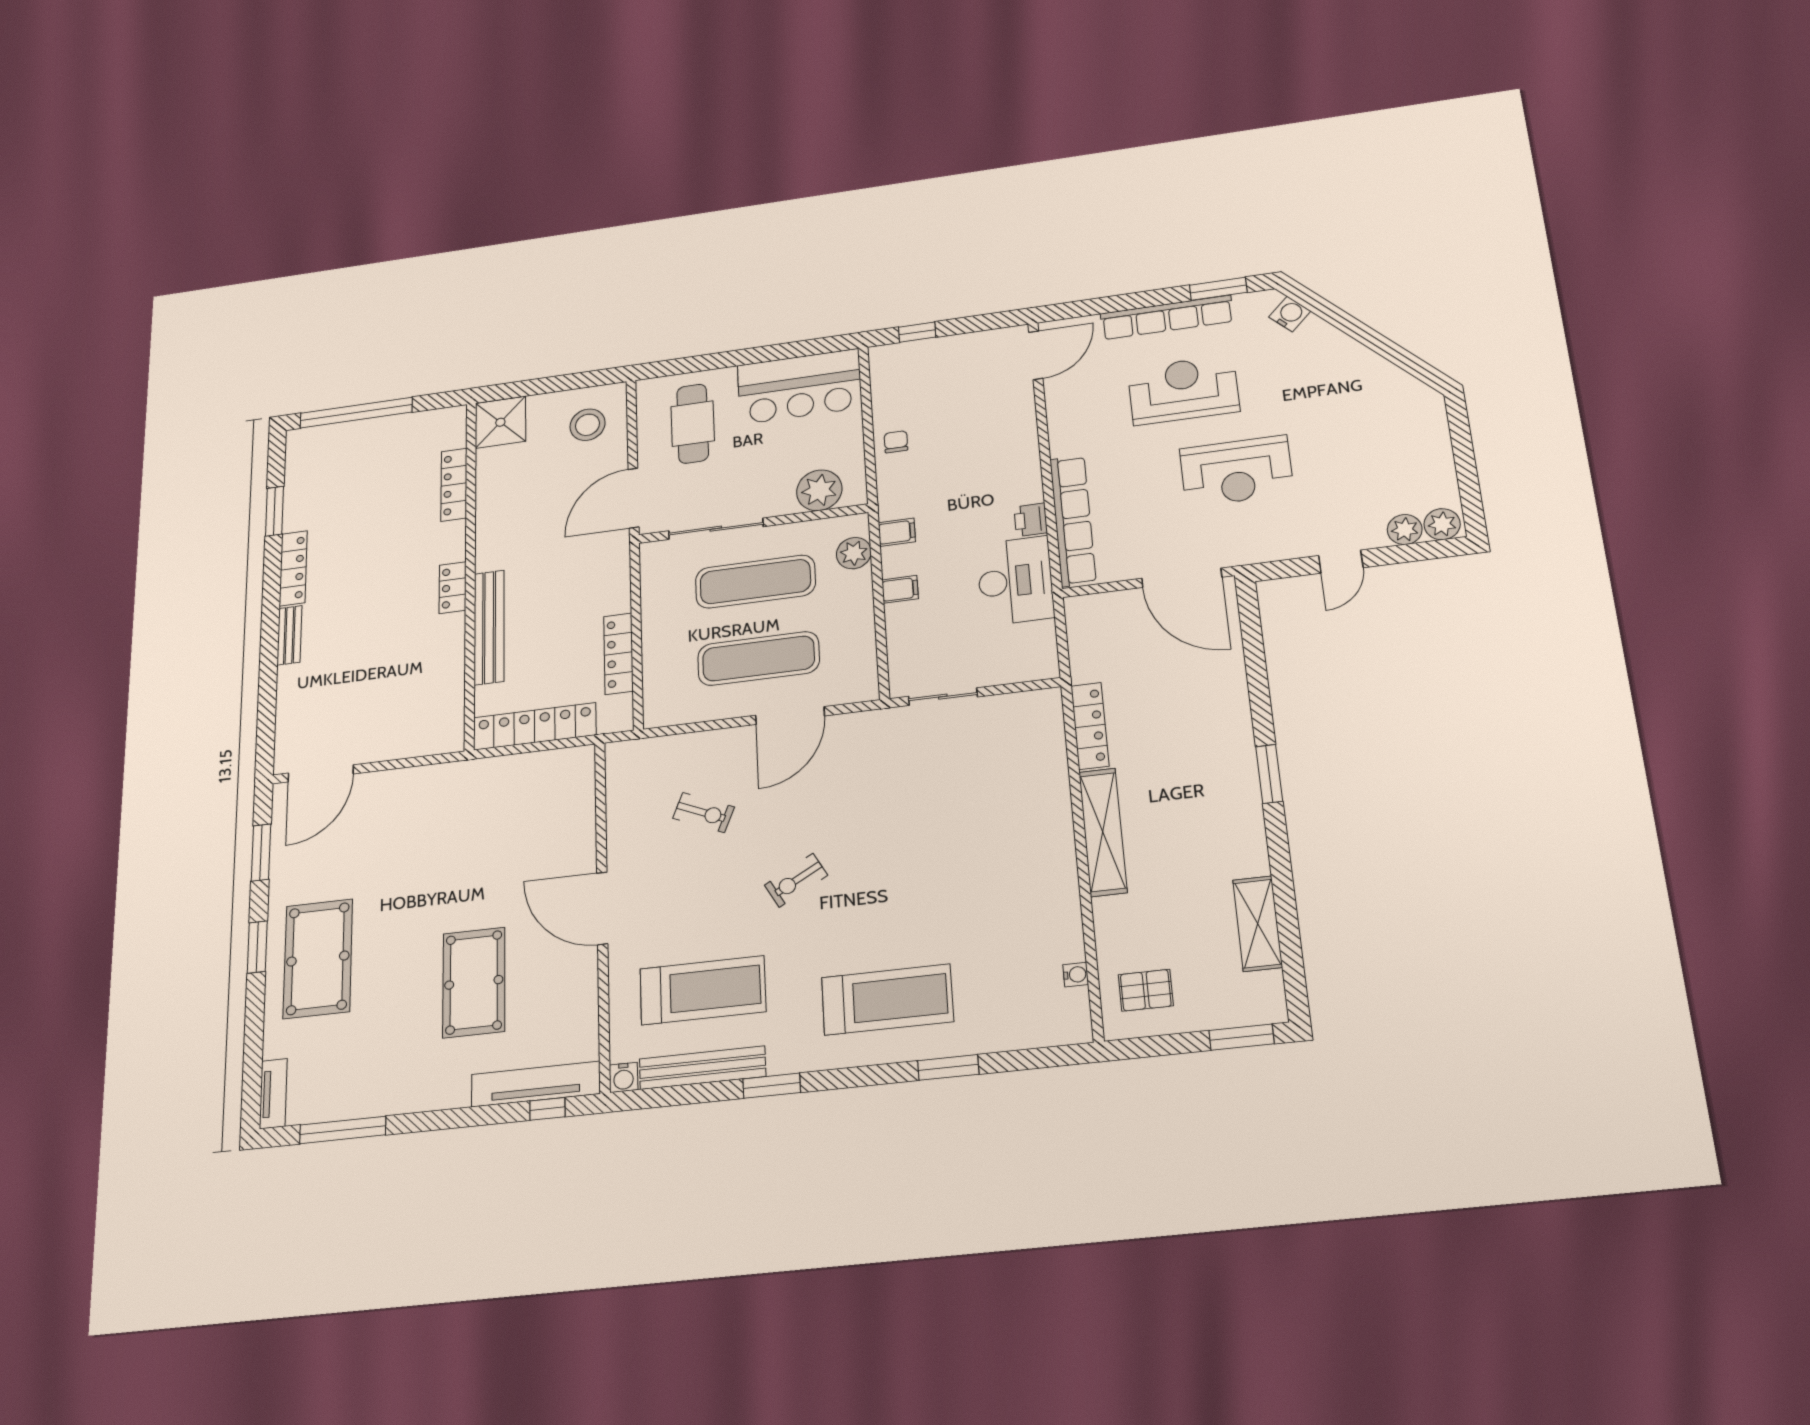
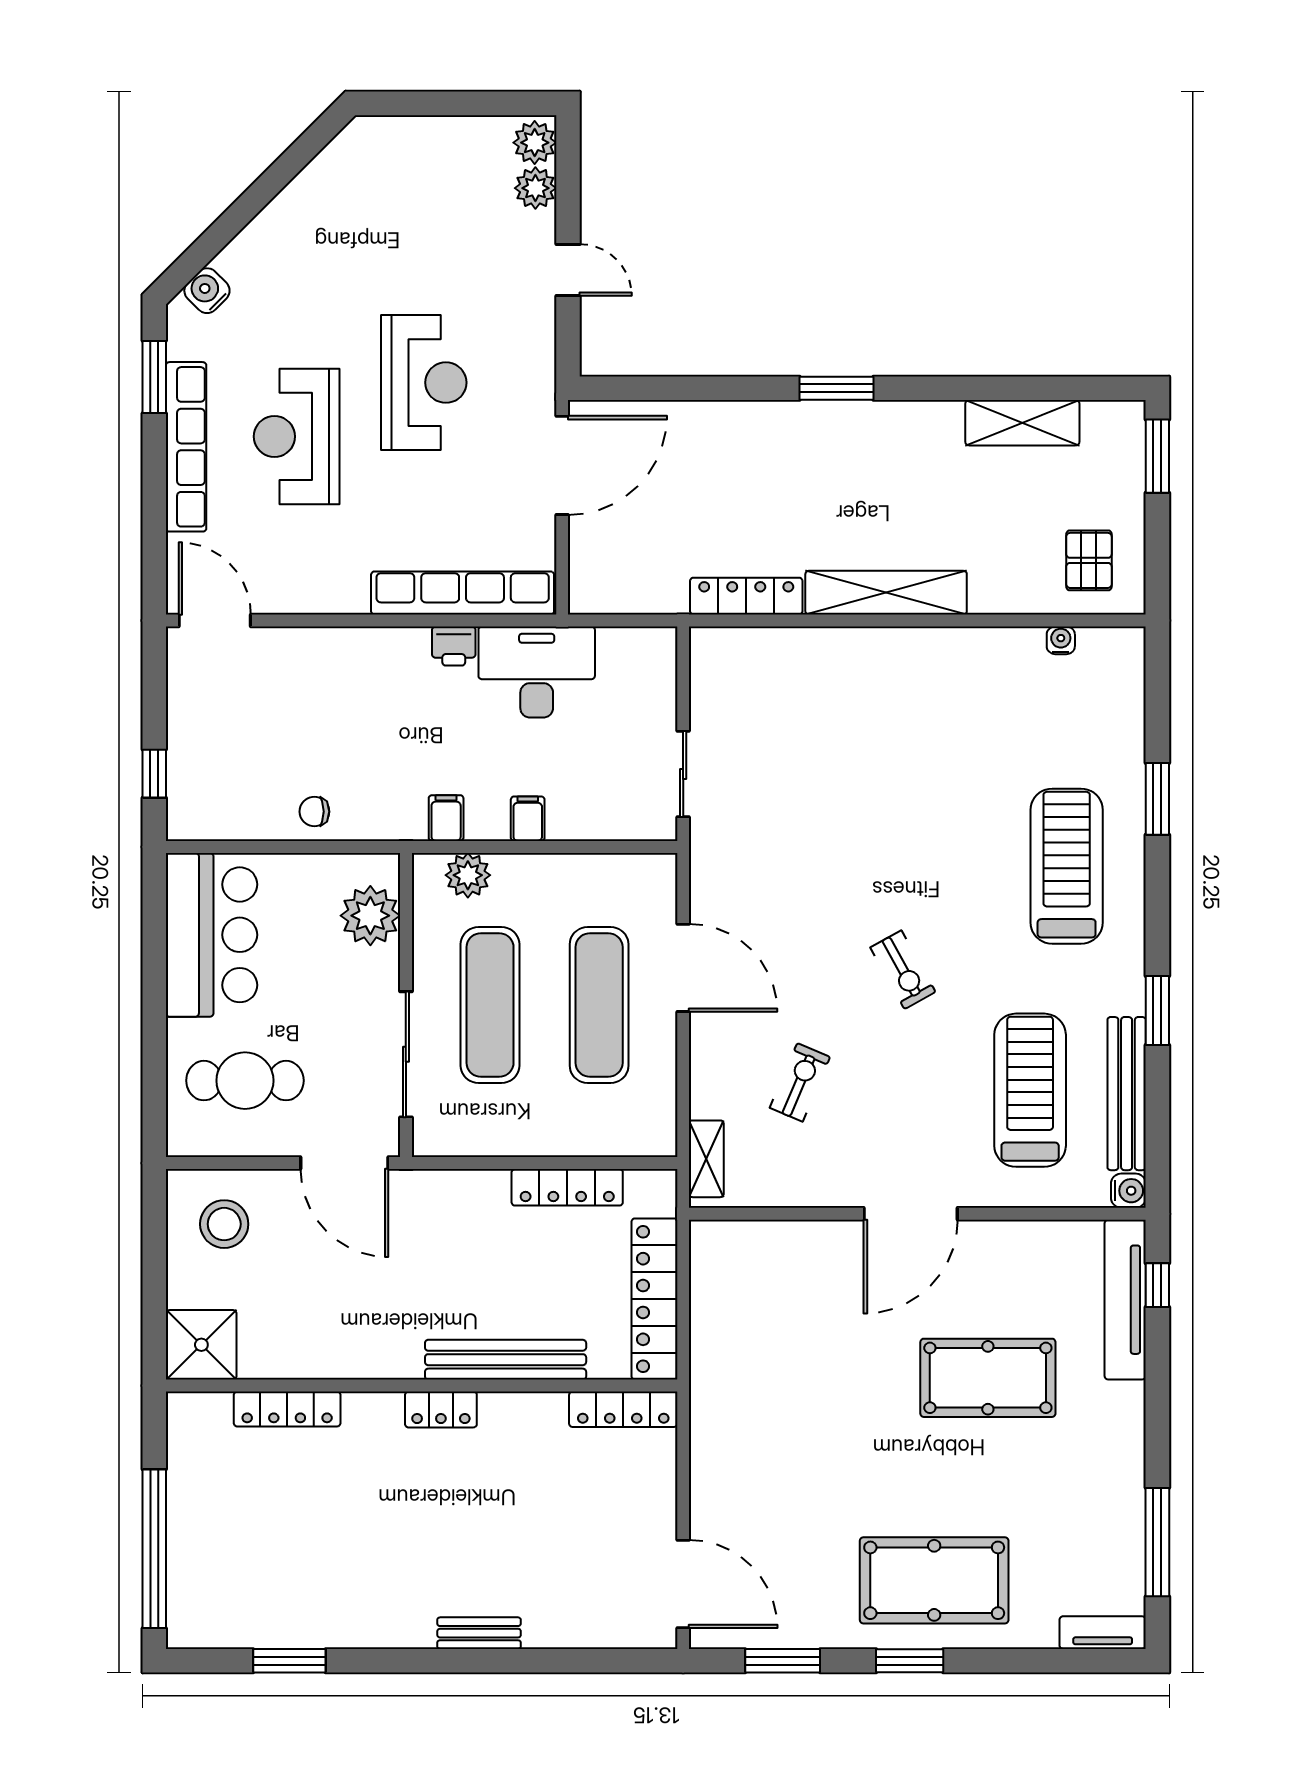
locker: (293, 568) -> (623, 1409), moved, turned 180
shelving: (642, 751) -> (706, 1159), added

